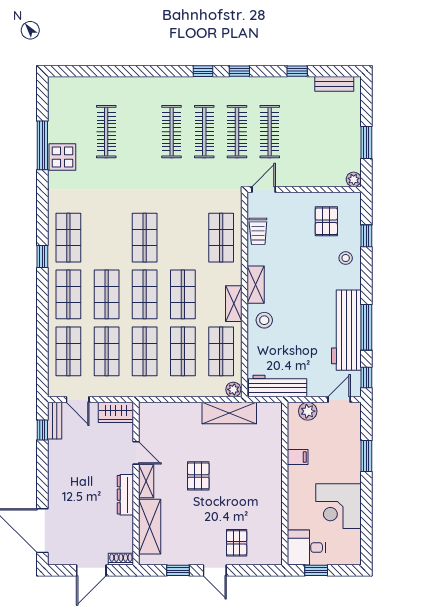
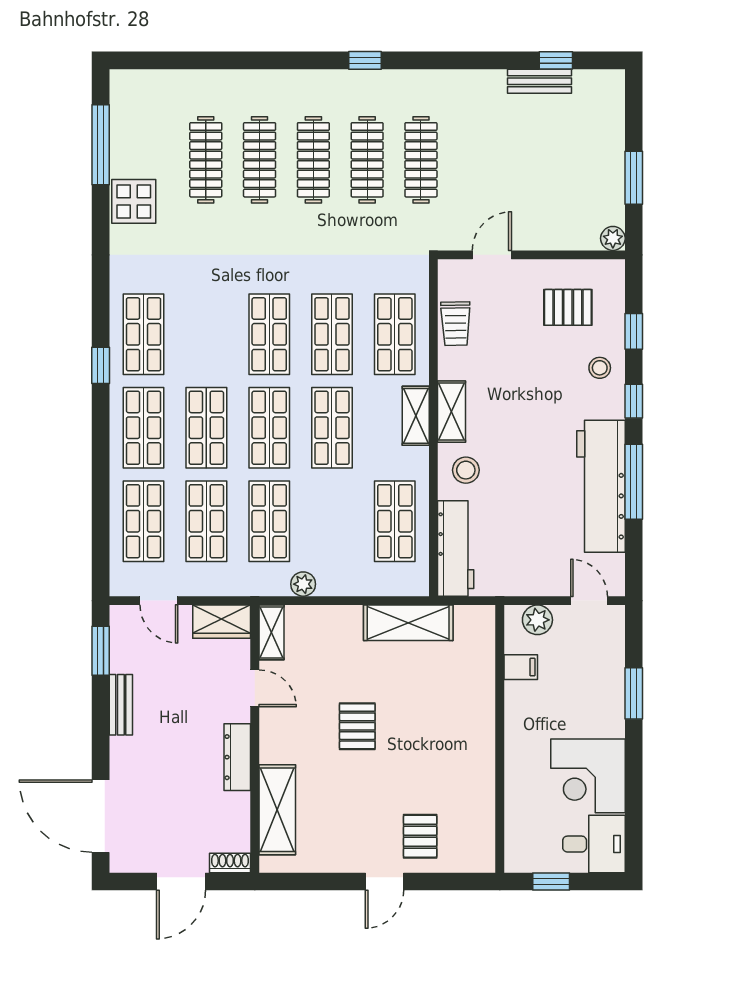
window: (239, 71) -> (425, 60), removed
window: (297, 71) -> (556, 60), moved
bench: (334, 84) -> (539, 81), moved
clothes rail: (270, 132) -> (260, 160), moved
window: (42, 145) -> (101, 145), moved
door: (264, 189) -> (492, 255), moved
pallet: (326, 221) -> (568, 307), turned 90
shelving: (234, 304) -> (416, 416), moved
shop shelf: (183, 351) -> (332, 334), moved
window: (366, 377) -> (634, 401), moved
workbench: (278, 386) -> (456, 548), moved, turned 90
plant: (233, 389) -> (303, 584), moved
door: (339, 400) -> (589, 601), hinge flipped
bench: (55, 421) -> (121, 705), moved
window: (42, 430) -> (101, 651), width x1.50
filing cabinet: (298, 457) -> (521, 667), moved
shelving: (146, 481) -> (271, 632), moved
desk: (306, 548) -> (594, 844), moved, turned 180
window: (178, 570) -> (324, 882), removed
door: (215, 570) -> (384, 882), hinge flipped

